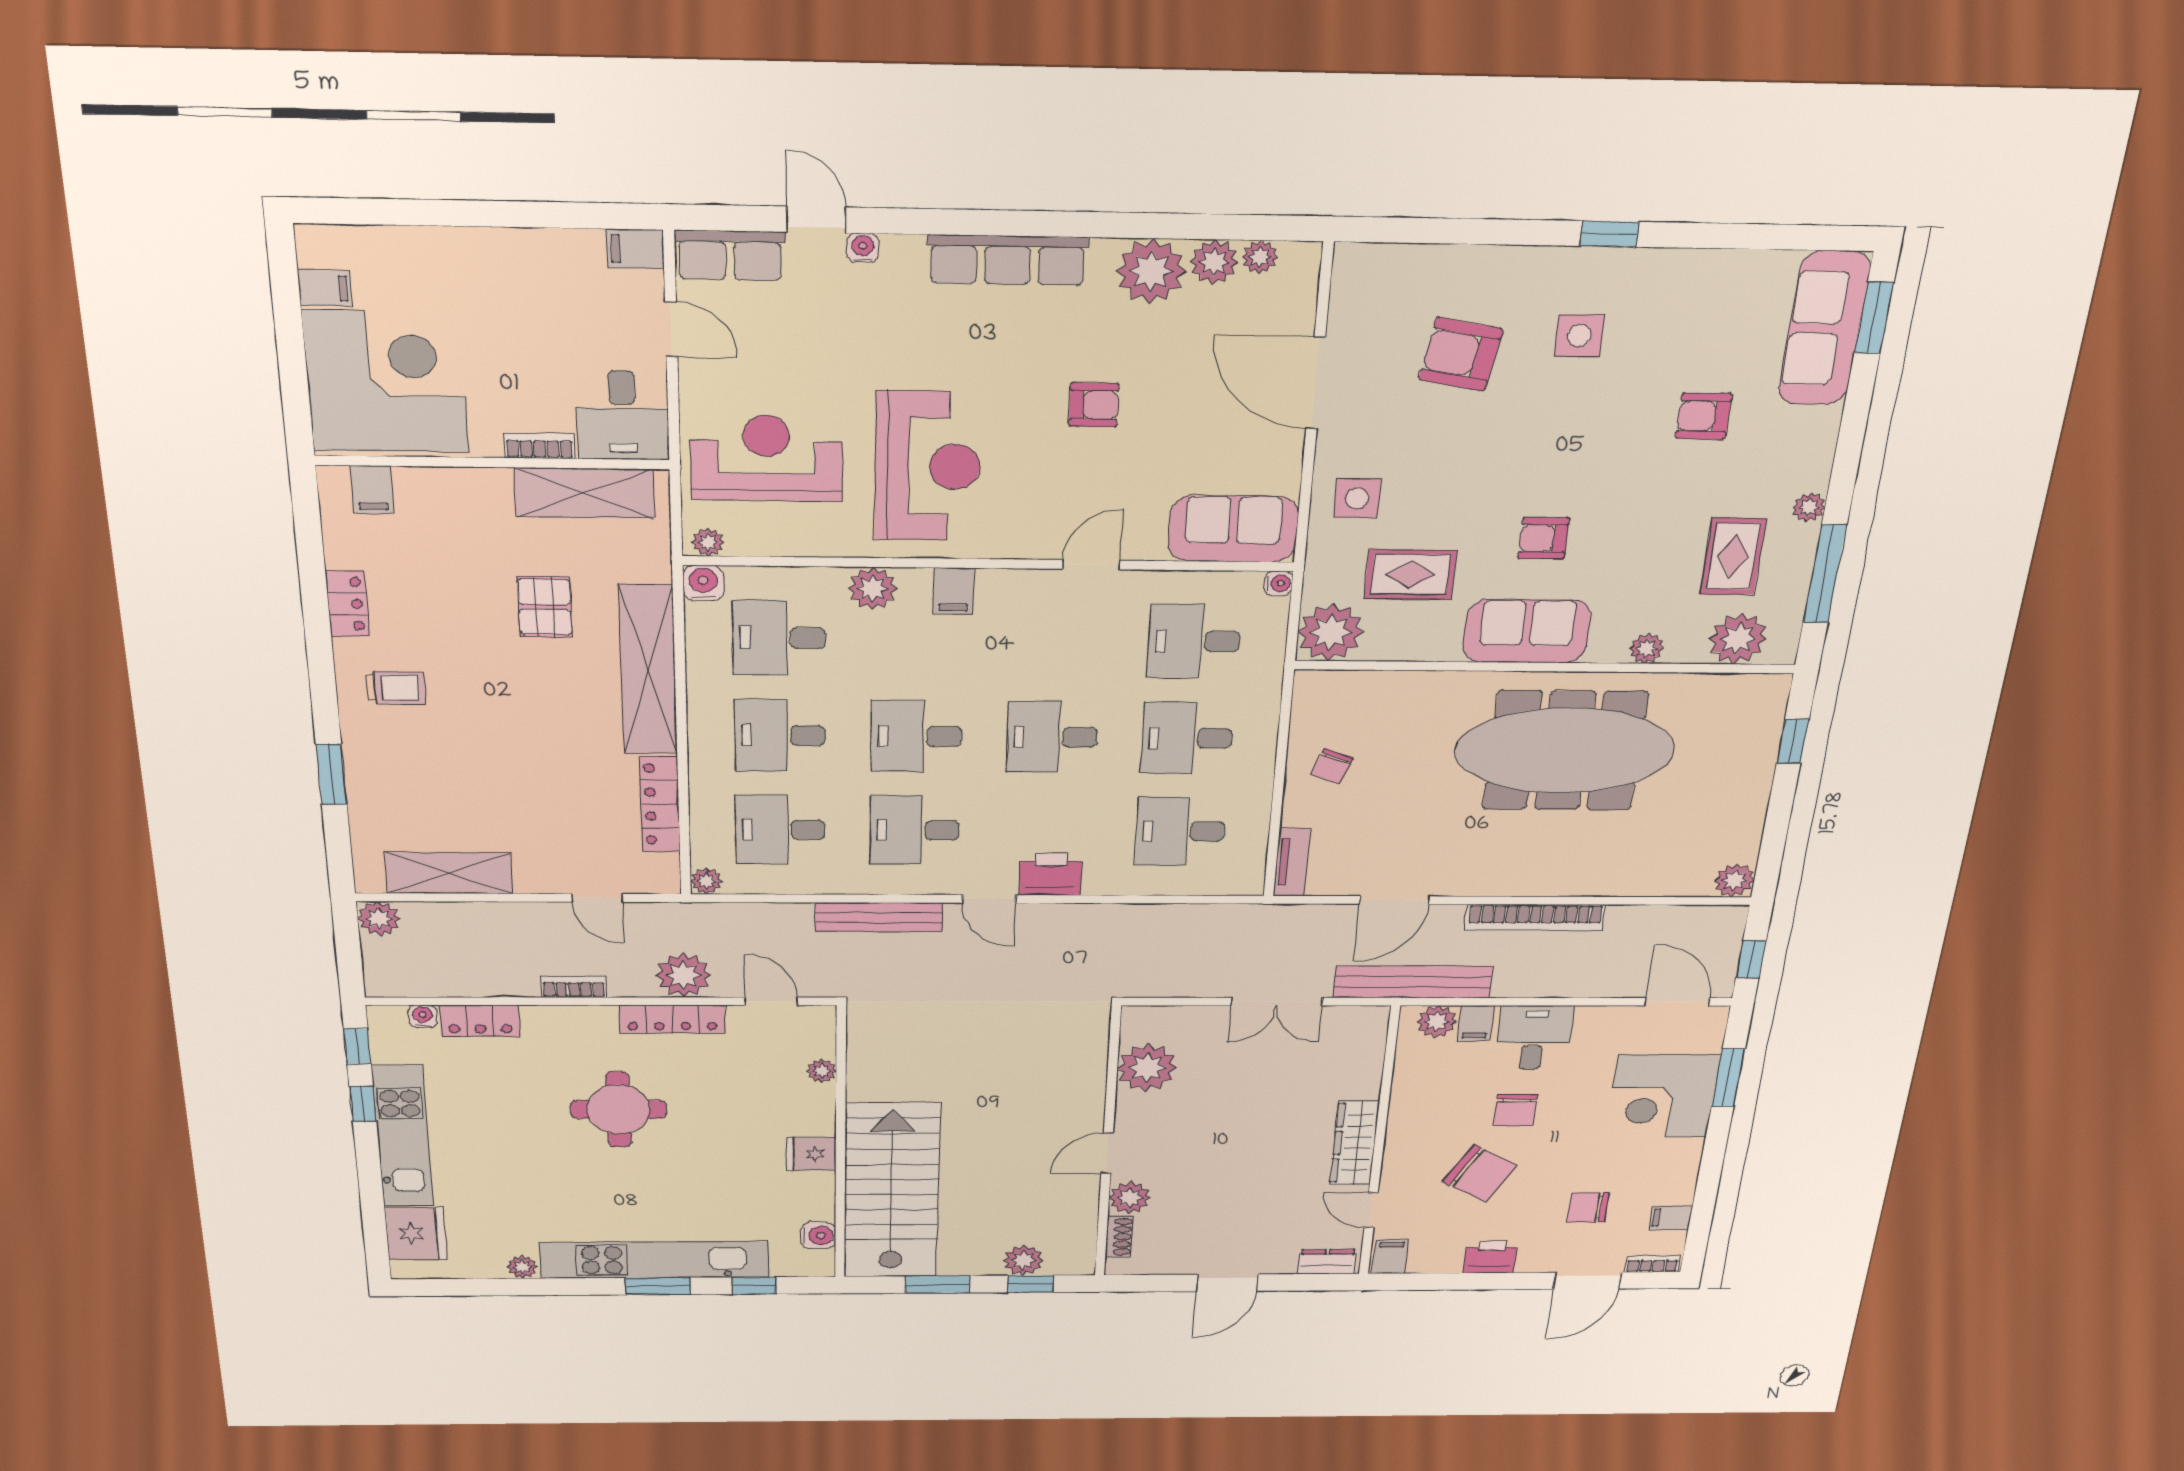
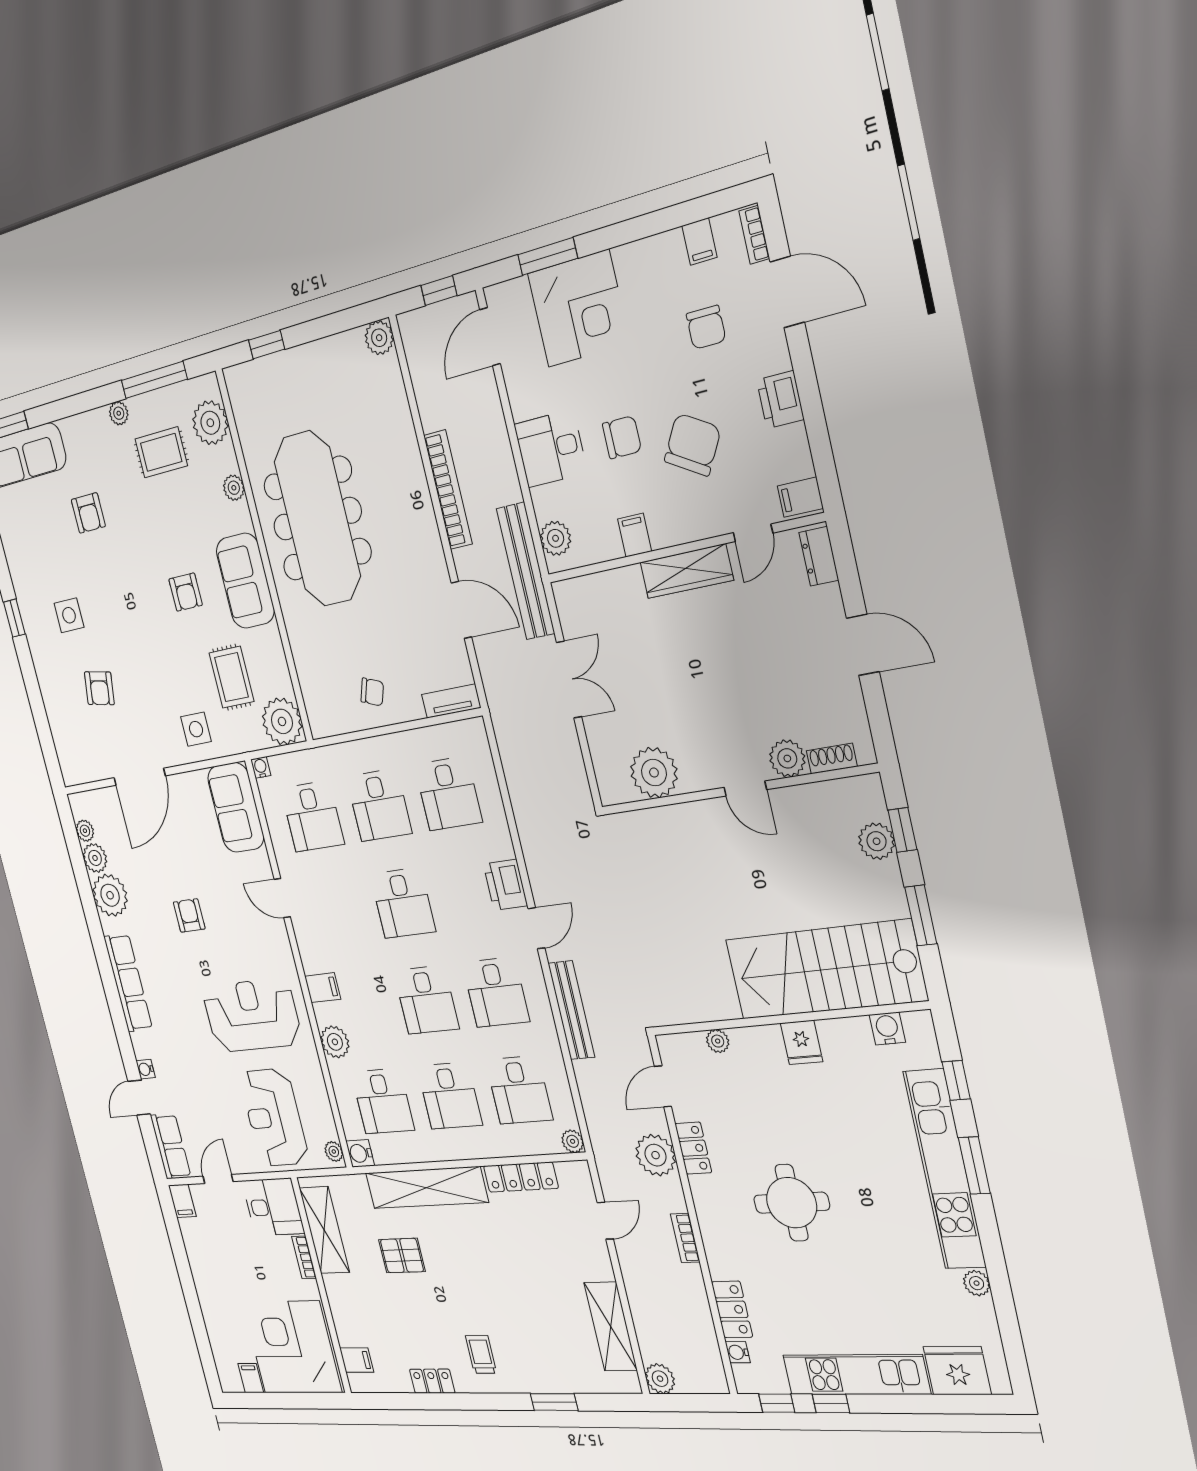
armchair: (1461, 354) -> (99, 688), width x0.72, depth x0.72
locker: (672, 1019) -> (693, 1148), width x0.66
filing cabinet: (1476, 1023) -> (635, 535), moved, turned -90

